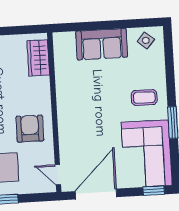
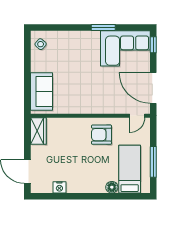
sofa: (102, 44) -> (41, 91), moved
wardrobe: (38, 58) -> (38, 131), moved, turned -90
coffee table: (144, 98) -> (83, 48), removed

